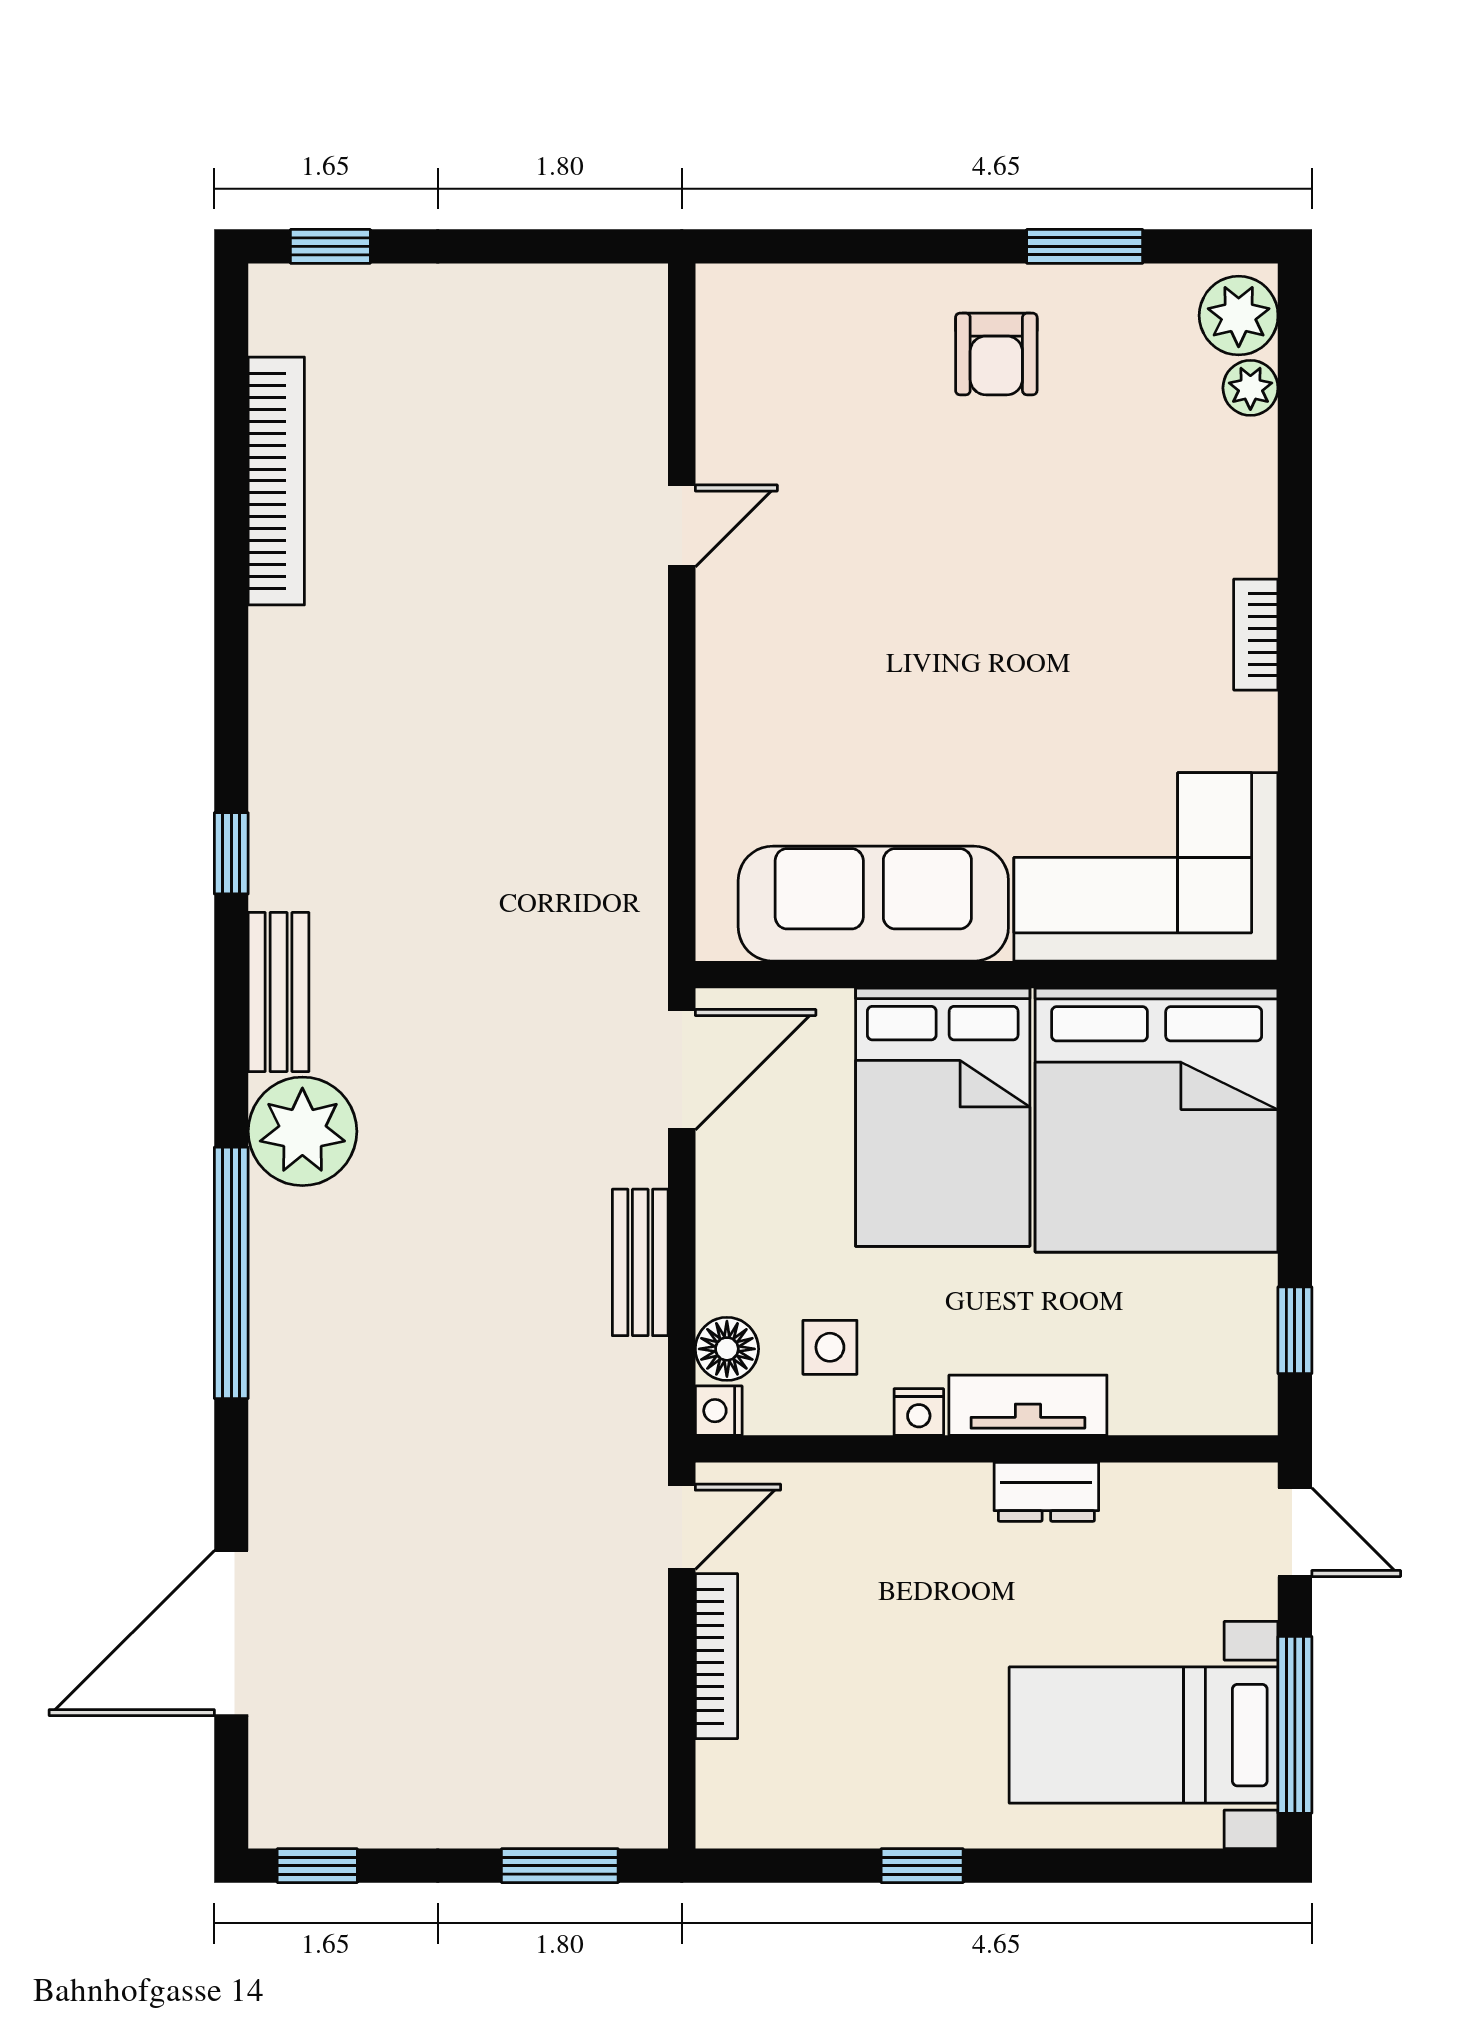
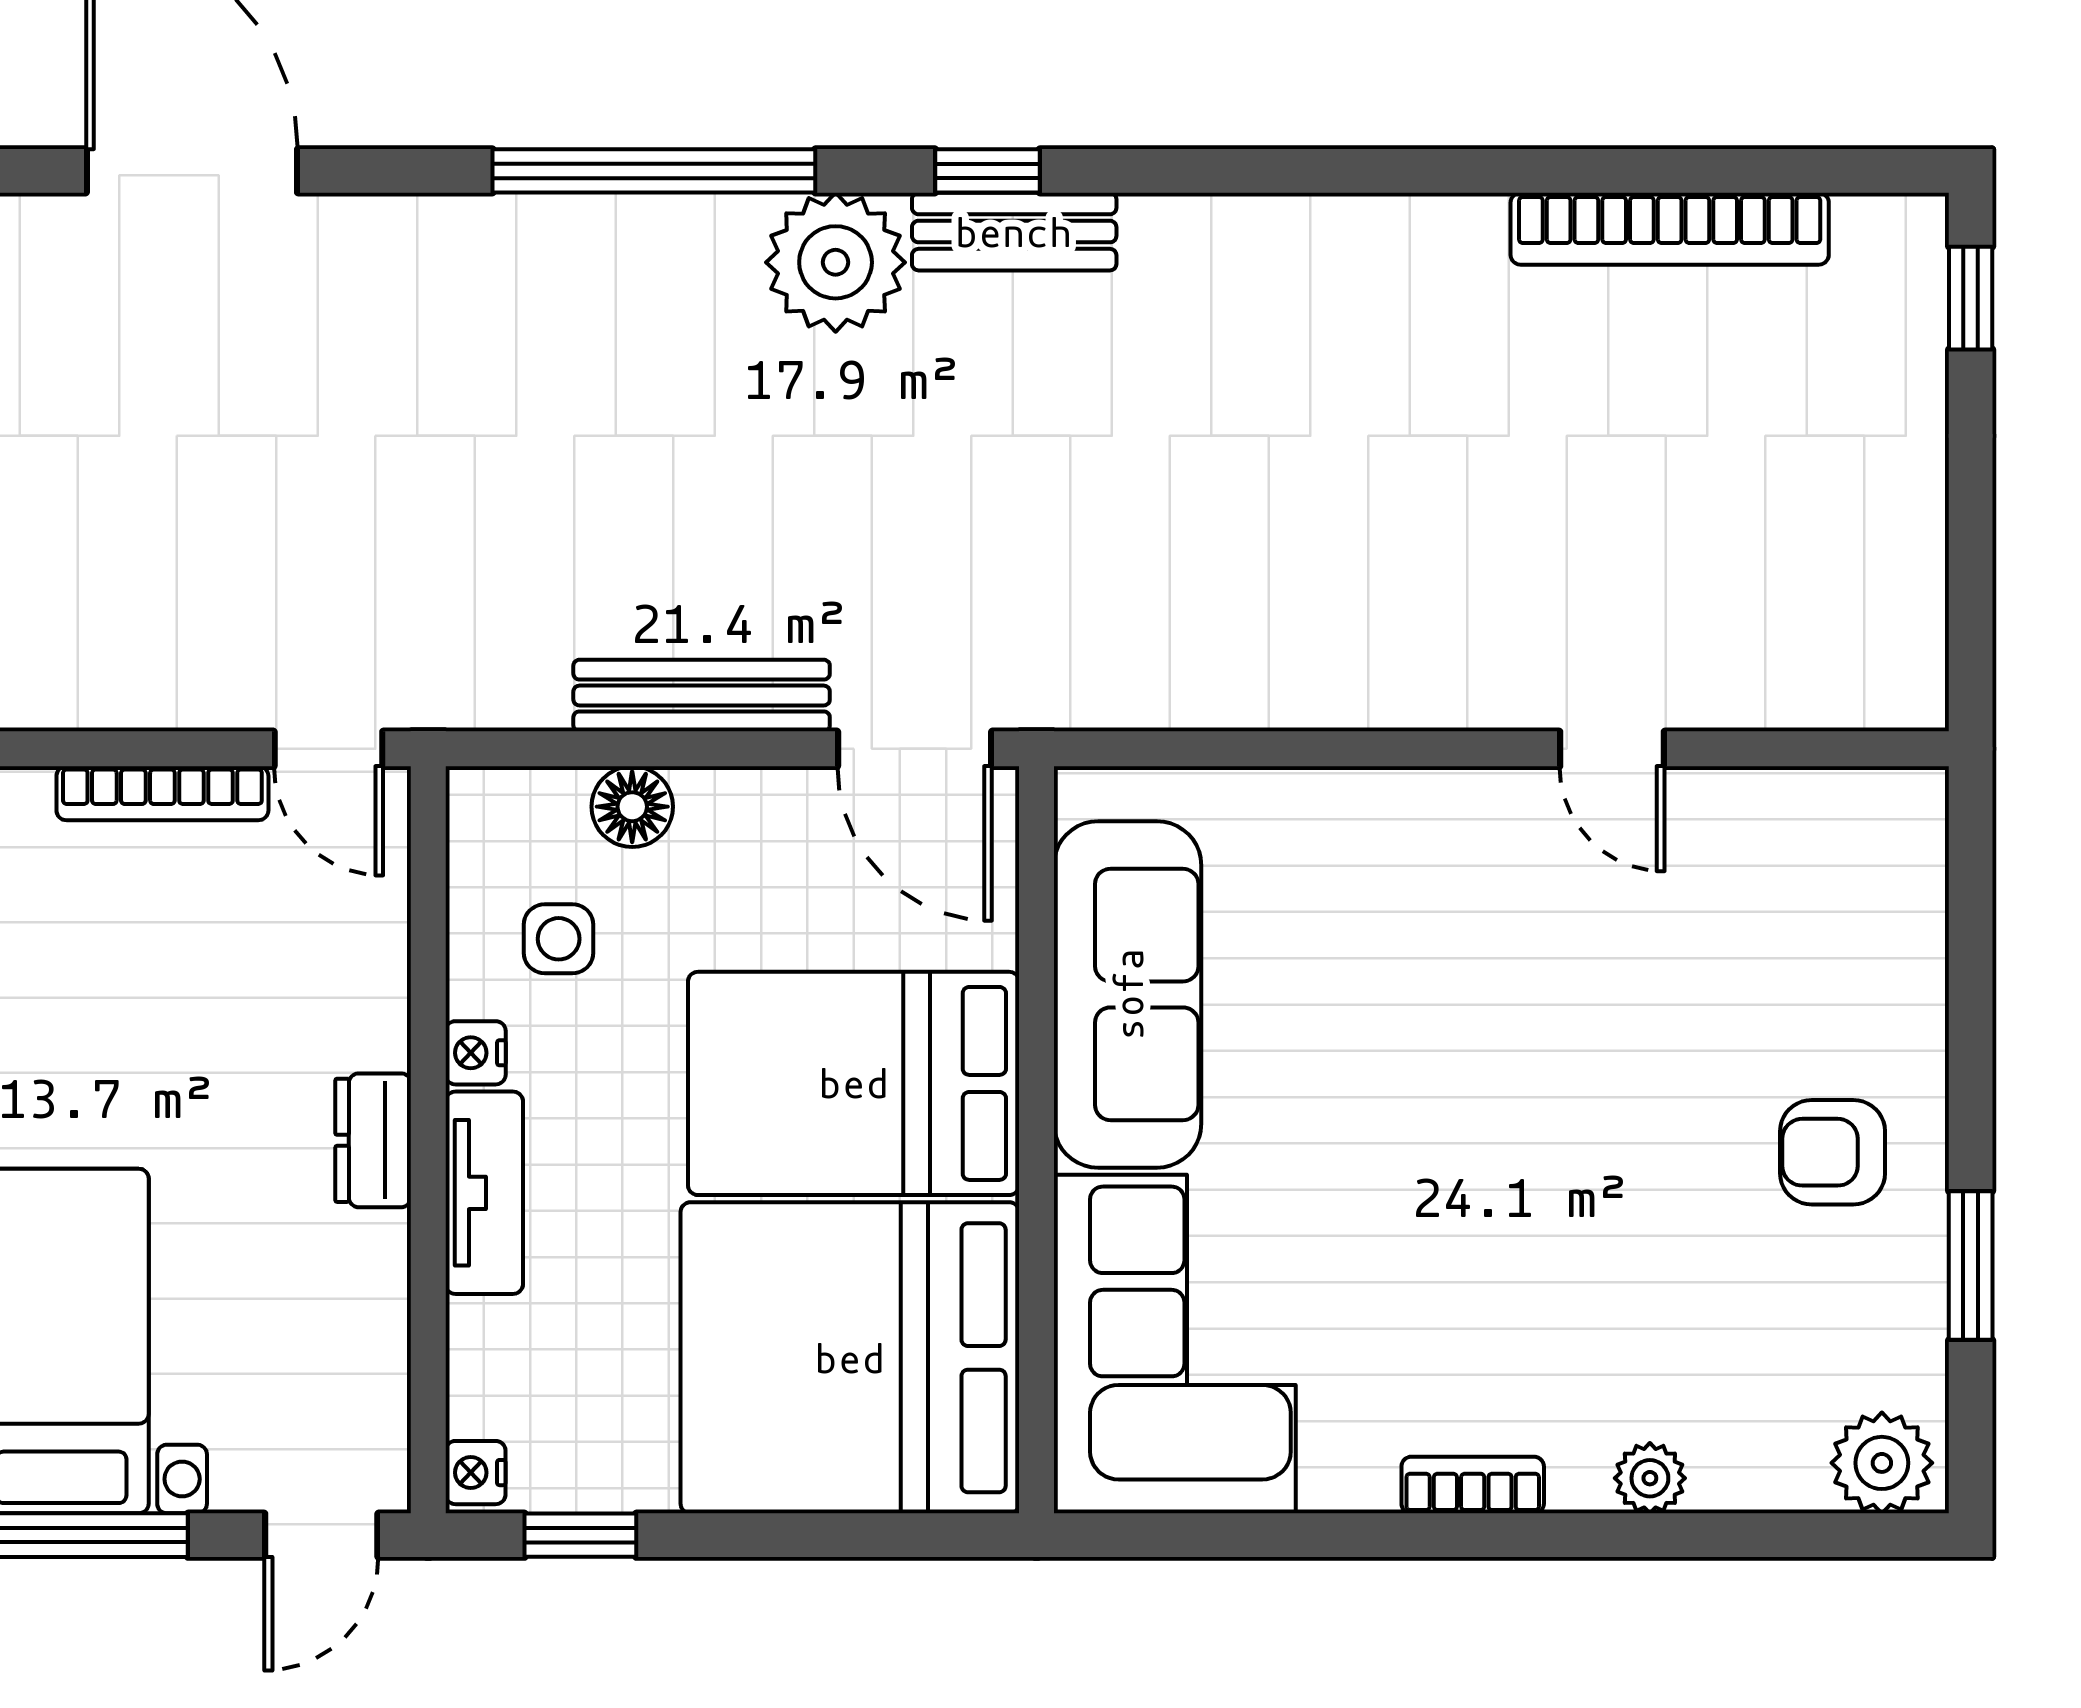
plant: (1250, 388) -> (1650, 1478), moved
window: (231, 853) -> (987, 171), moved
bench: (640, 1262) -> (702, 696), width x1.36
floor lamp: (727, 1349) -> (632, 807), moved
nightstand: (719, 1411) -> (476, 1473), moved, turned -90
dresser: (1046, 1492) -> (373, 1140), moved

